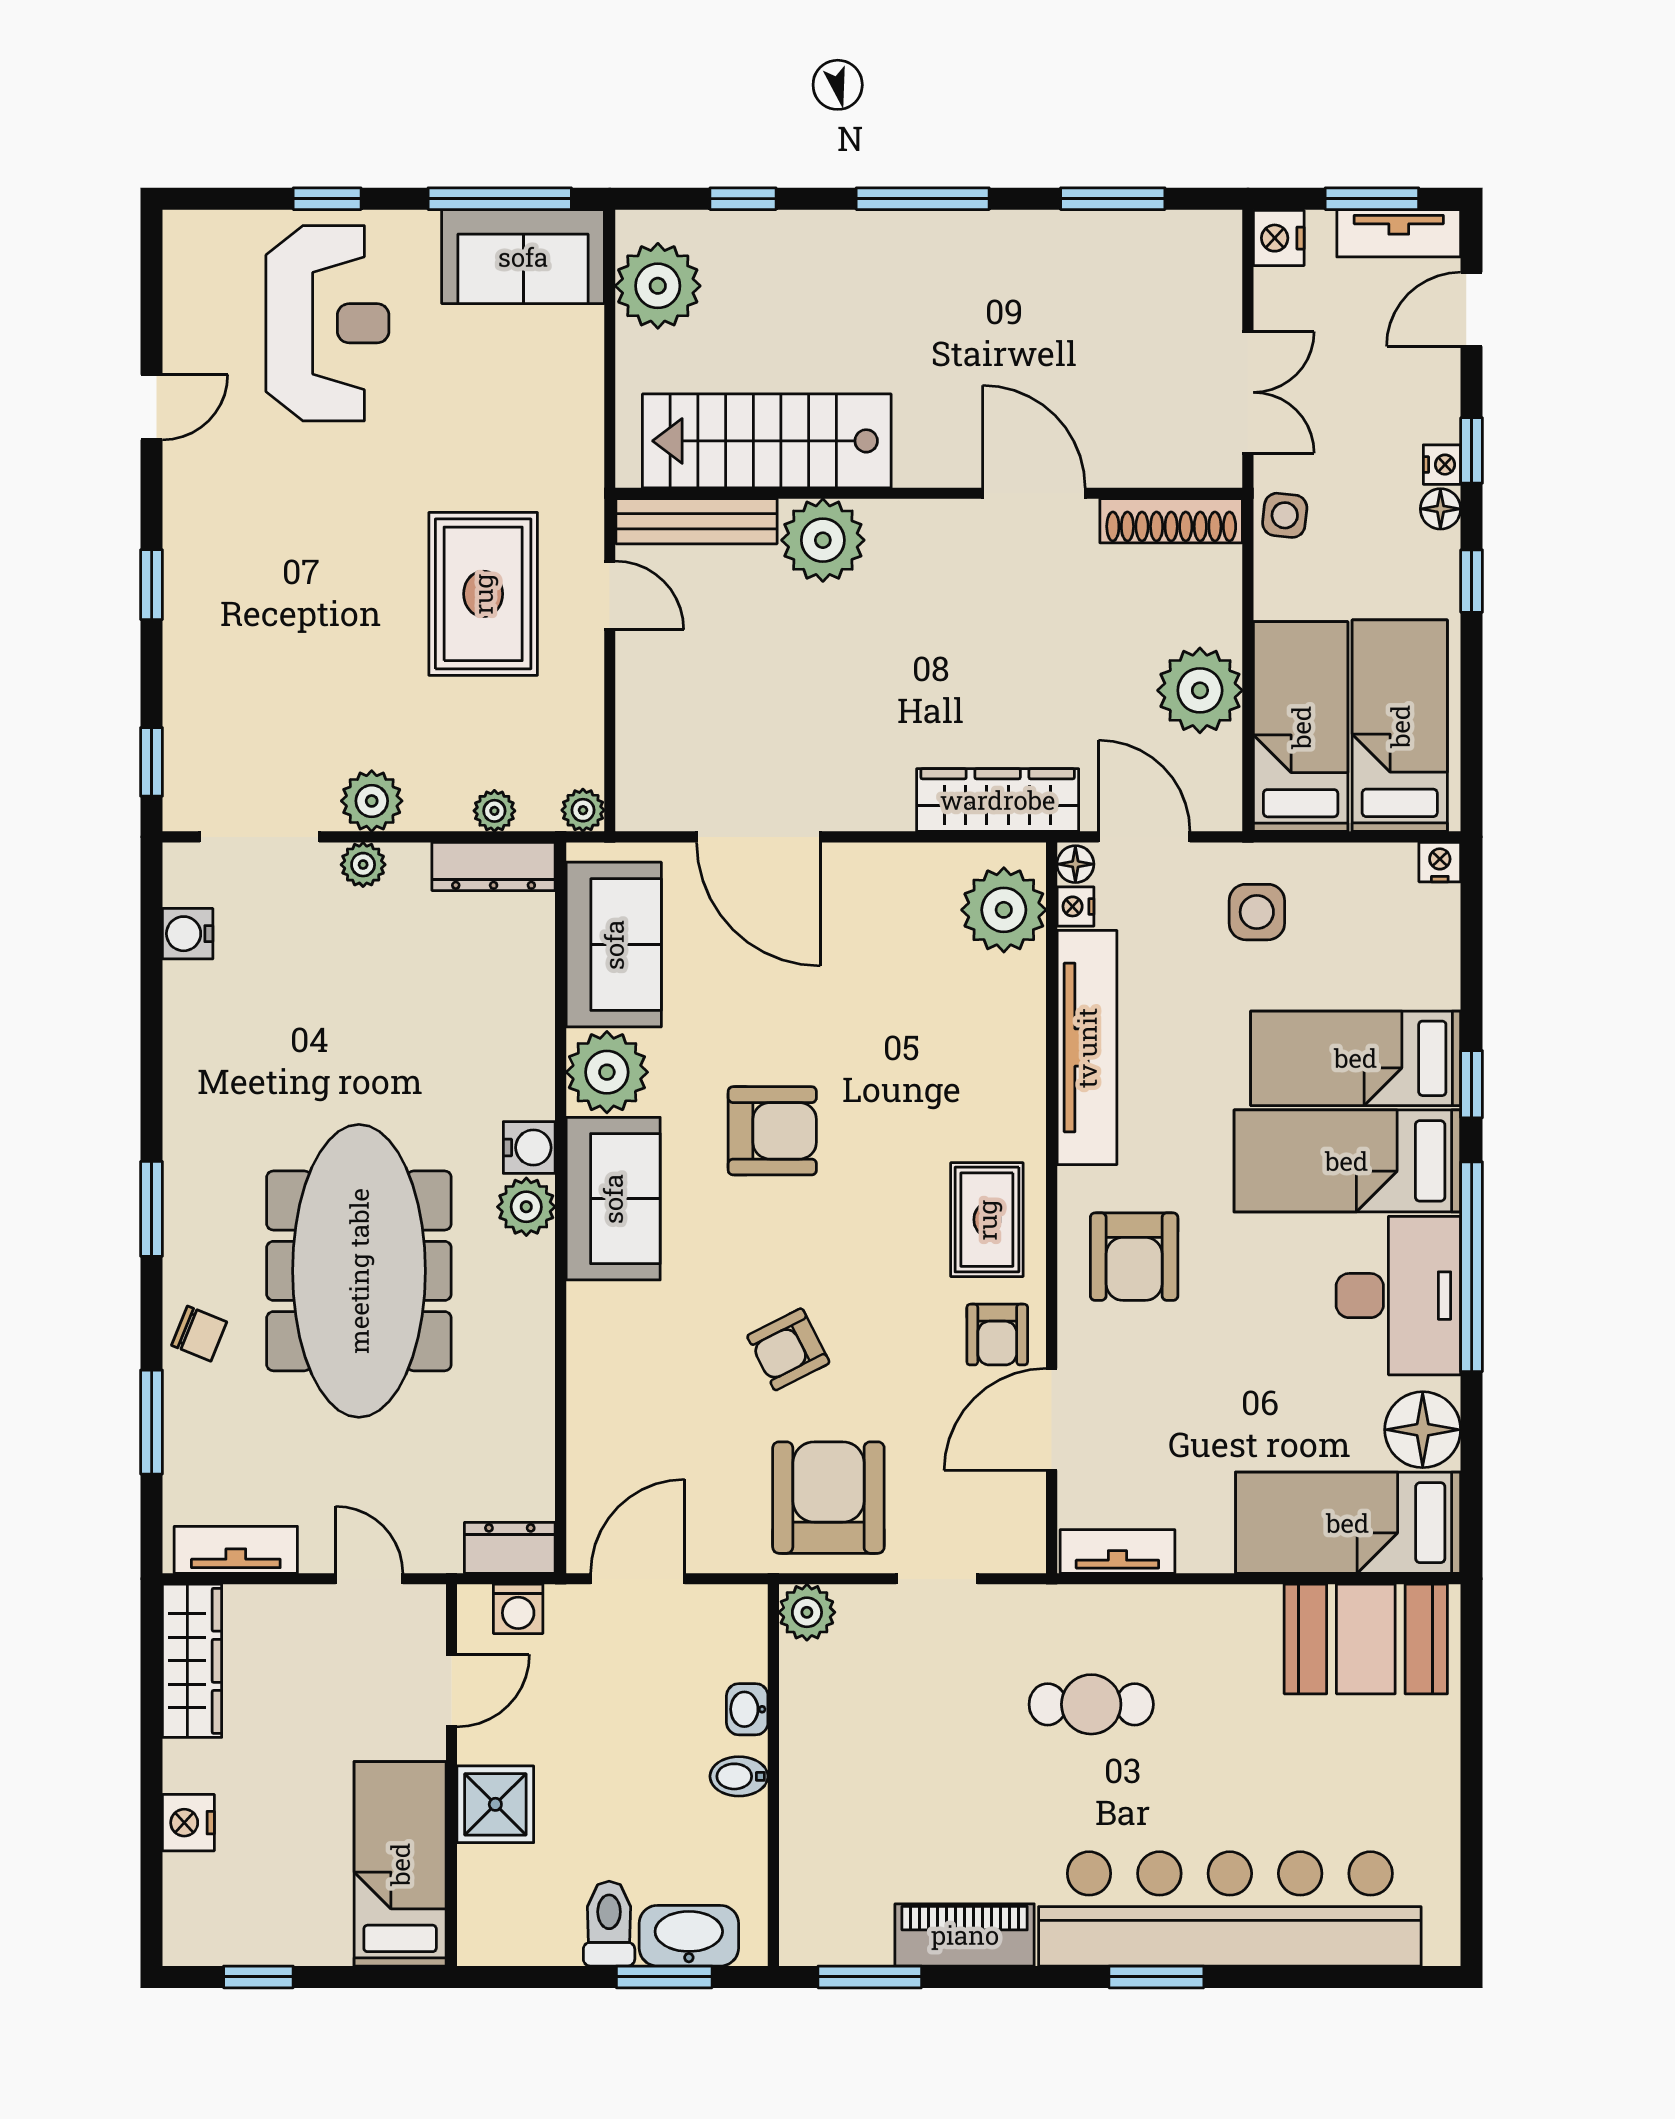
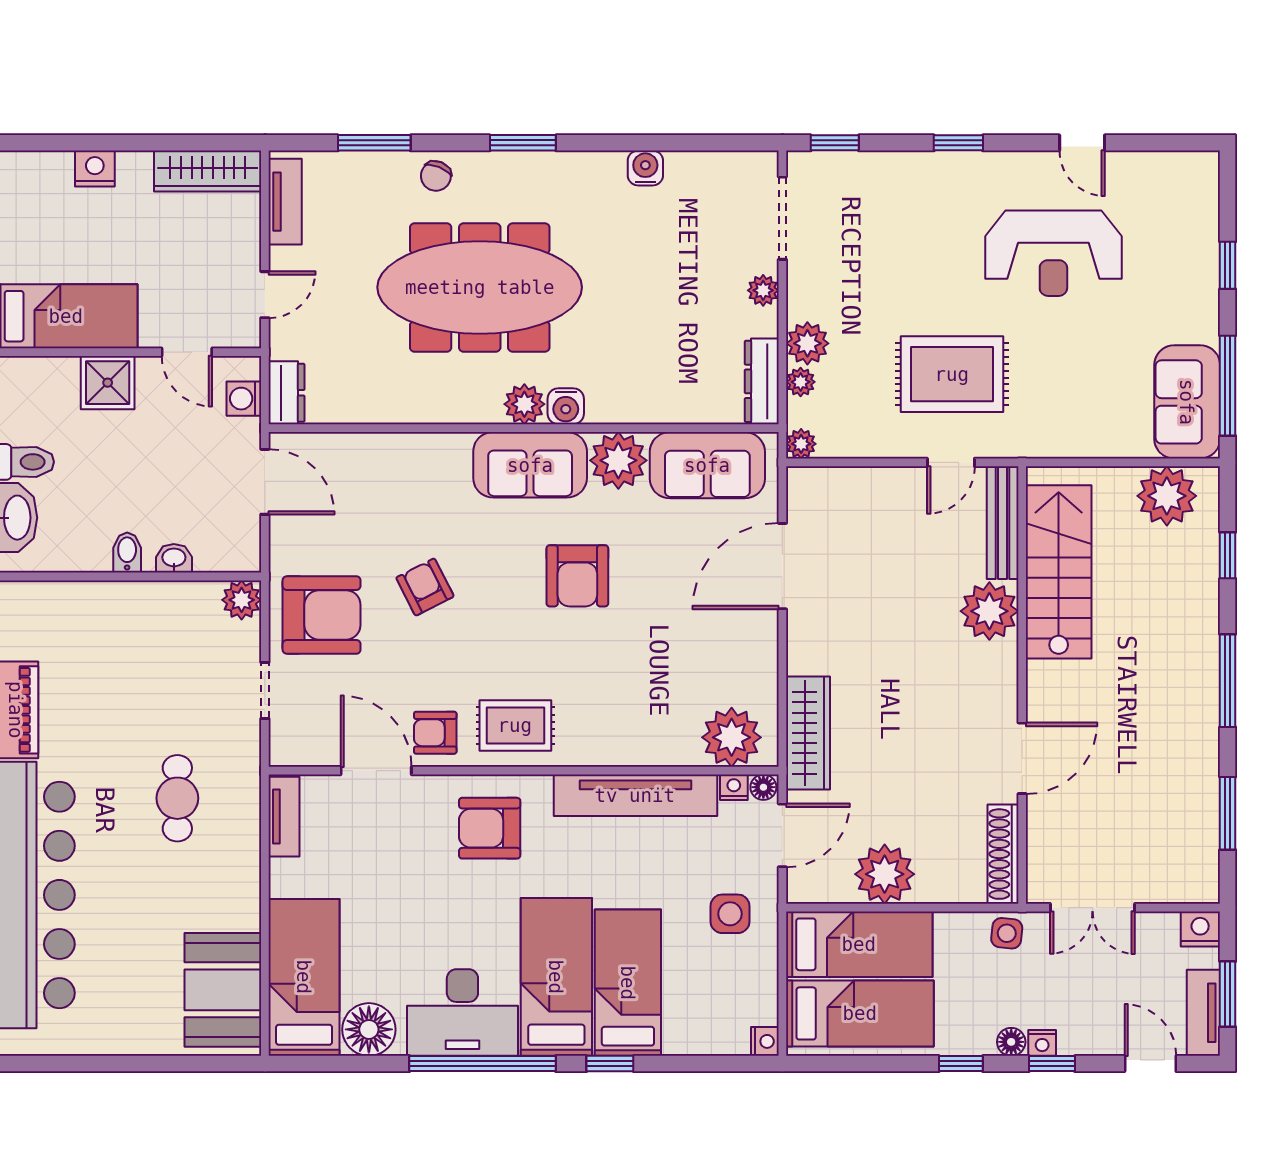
reception desk: (327, 323) -> (1053, 253), moved
plant: (372, 801) -> (807, 343), moved
water cooler: (188, 934) -> (645, 168), moved

